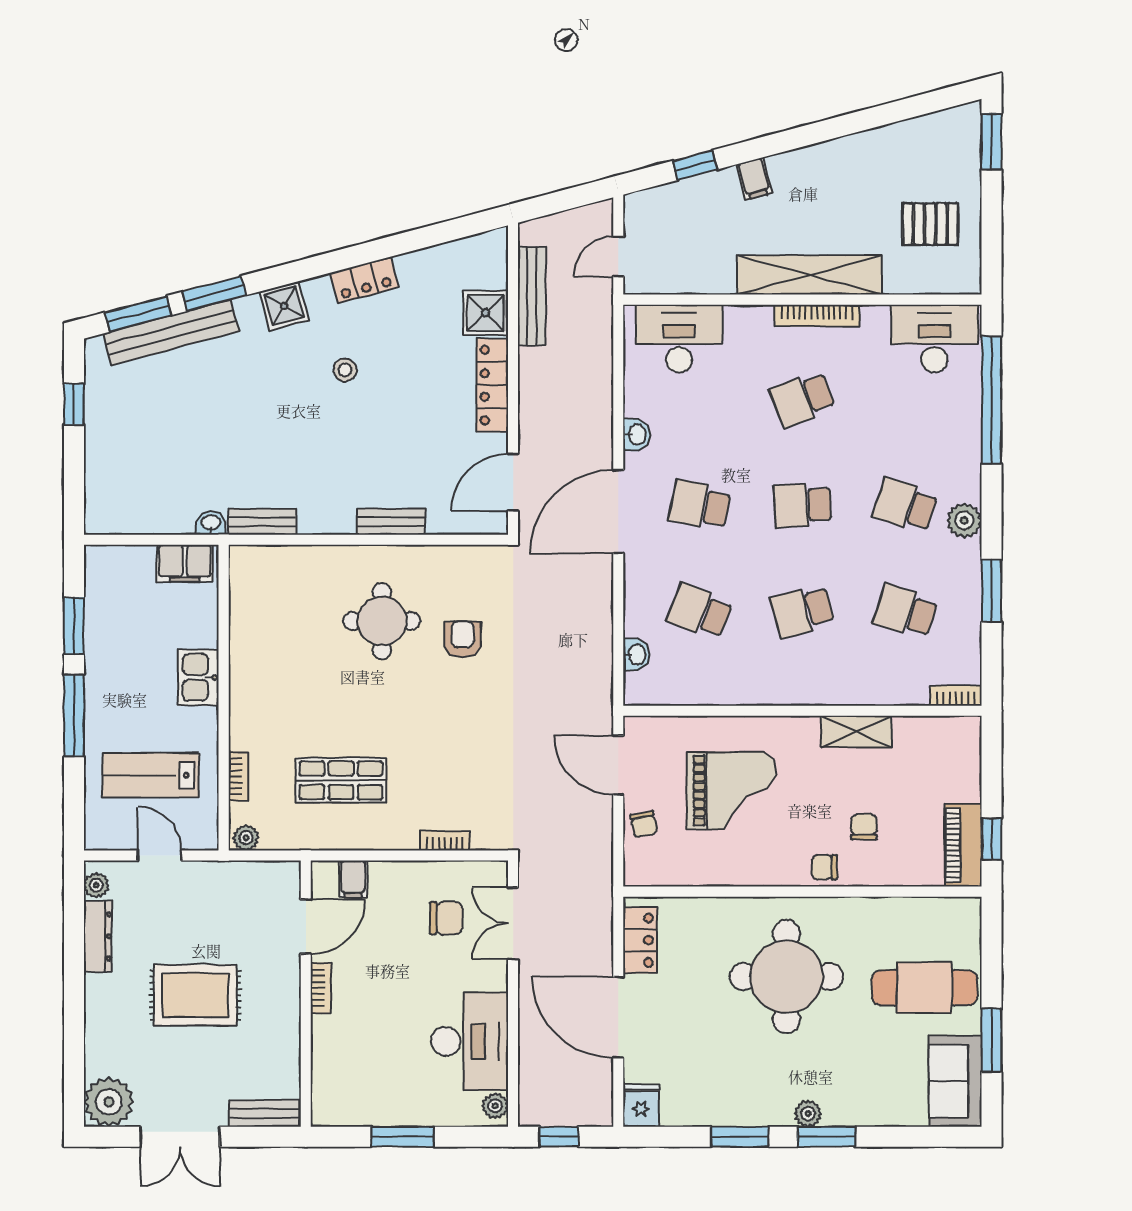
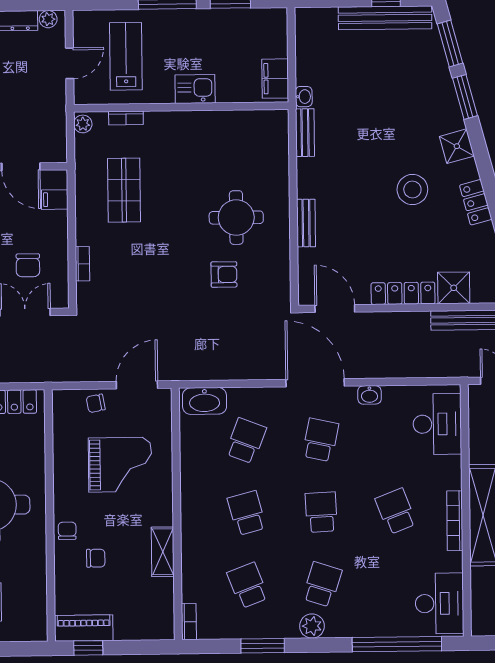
bench: (171, 332) -> (385, 18), moved, turned -75
stool: (345, 370) -> (412, 189), width x1.89, depth x1.89
school desk: (905, 611) -> (248, 585), turned -39
washbasin: (636, 655) -> (205, 401), width x1.91, depth x1.45
grand piano: (731, 791) -> (120, 465), turned -90

